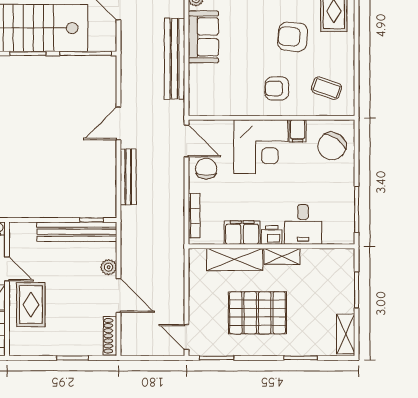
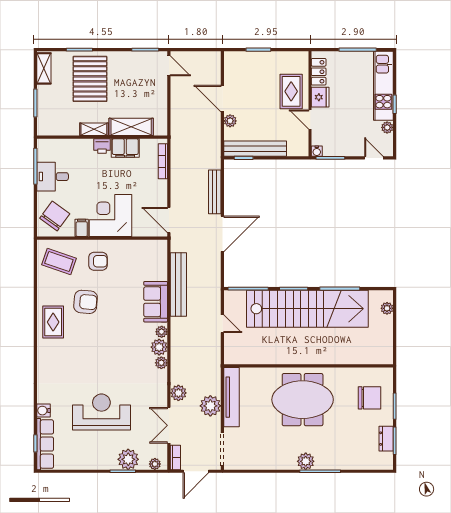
coffee table: (327, 88) -> (59, 261), width x1.36, depth x1.30
door: (118, 123) -> (222, 234), width x1.36
chair: (206, 169) -> (154, 198), removed
desk: (303, 224) -> (53, 177), moved, turned -90
pallet: (257, 313) -> (90, 79), moved, turned 90
shoe rack: (110, 336) -> (229, 67), removed

